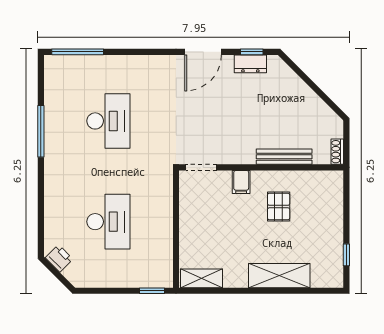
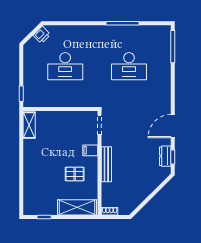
door: (203, 52) -> (173, 126), hinge flipped
bench: (284, 157) -> (106, 164), moved
shelving: (279, 276) -> (77, 207), moved, turned 90

